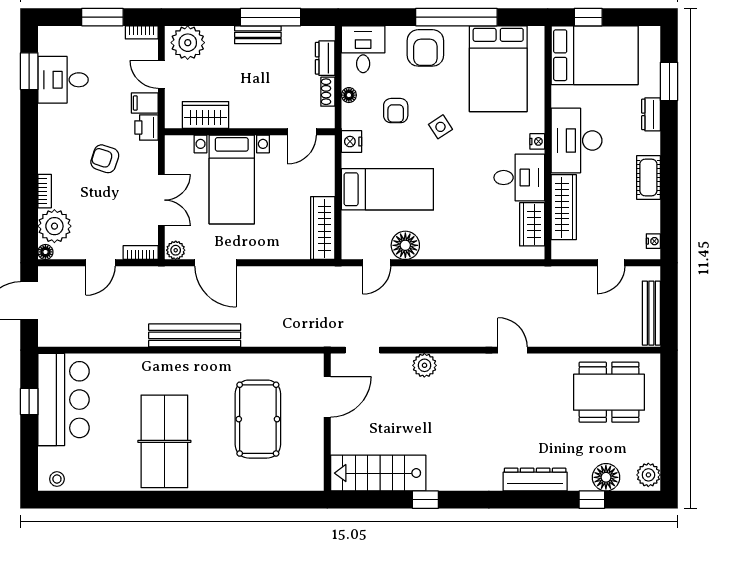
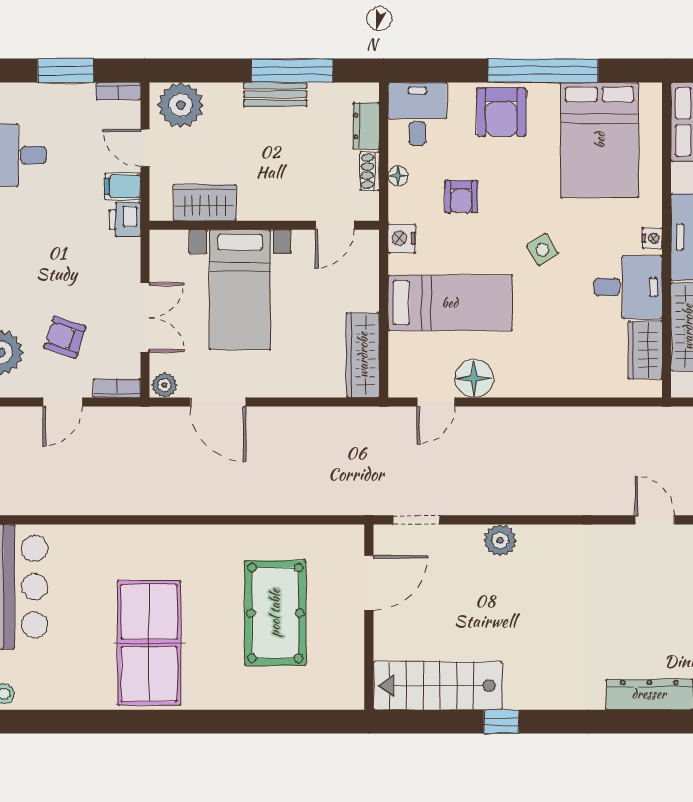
side table: (440, 127) -> (542, 250), moved
armchair: (105, 159) -> (65, 337), moved
bench: (195, 335) -> (190, 500), removed
door: (513, 350) -> (655, 520), moved

